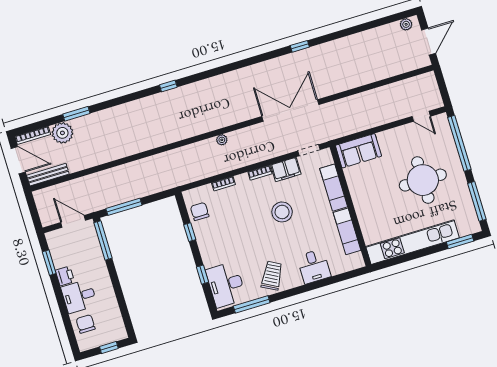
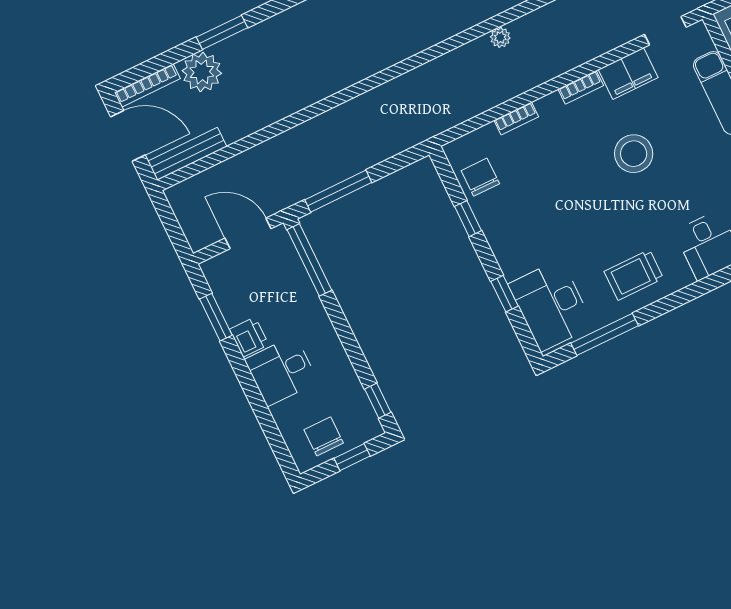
trolley: (272, 276) -> (634, 275), turned -118
window: (127, 320) -> (378, 401), added
chair: (86, 324) -> (324, 436), moved

